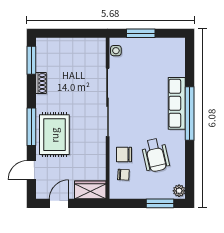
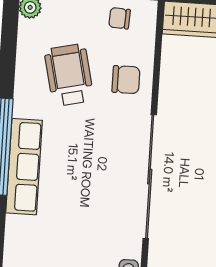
chair: (123, 175) -> (120, 18), moved

